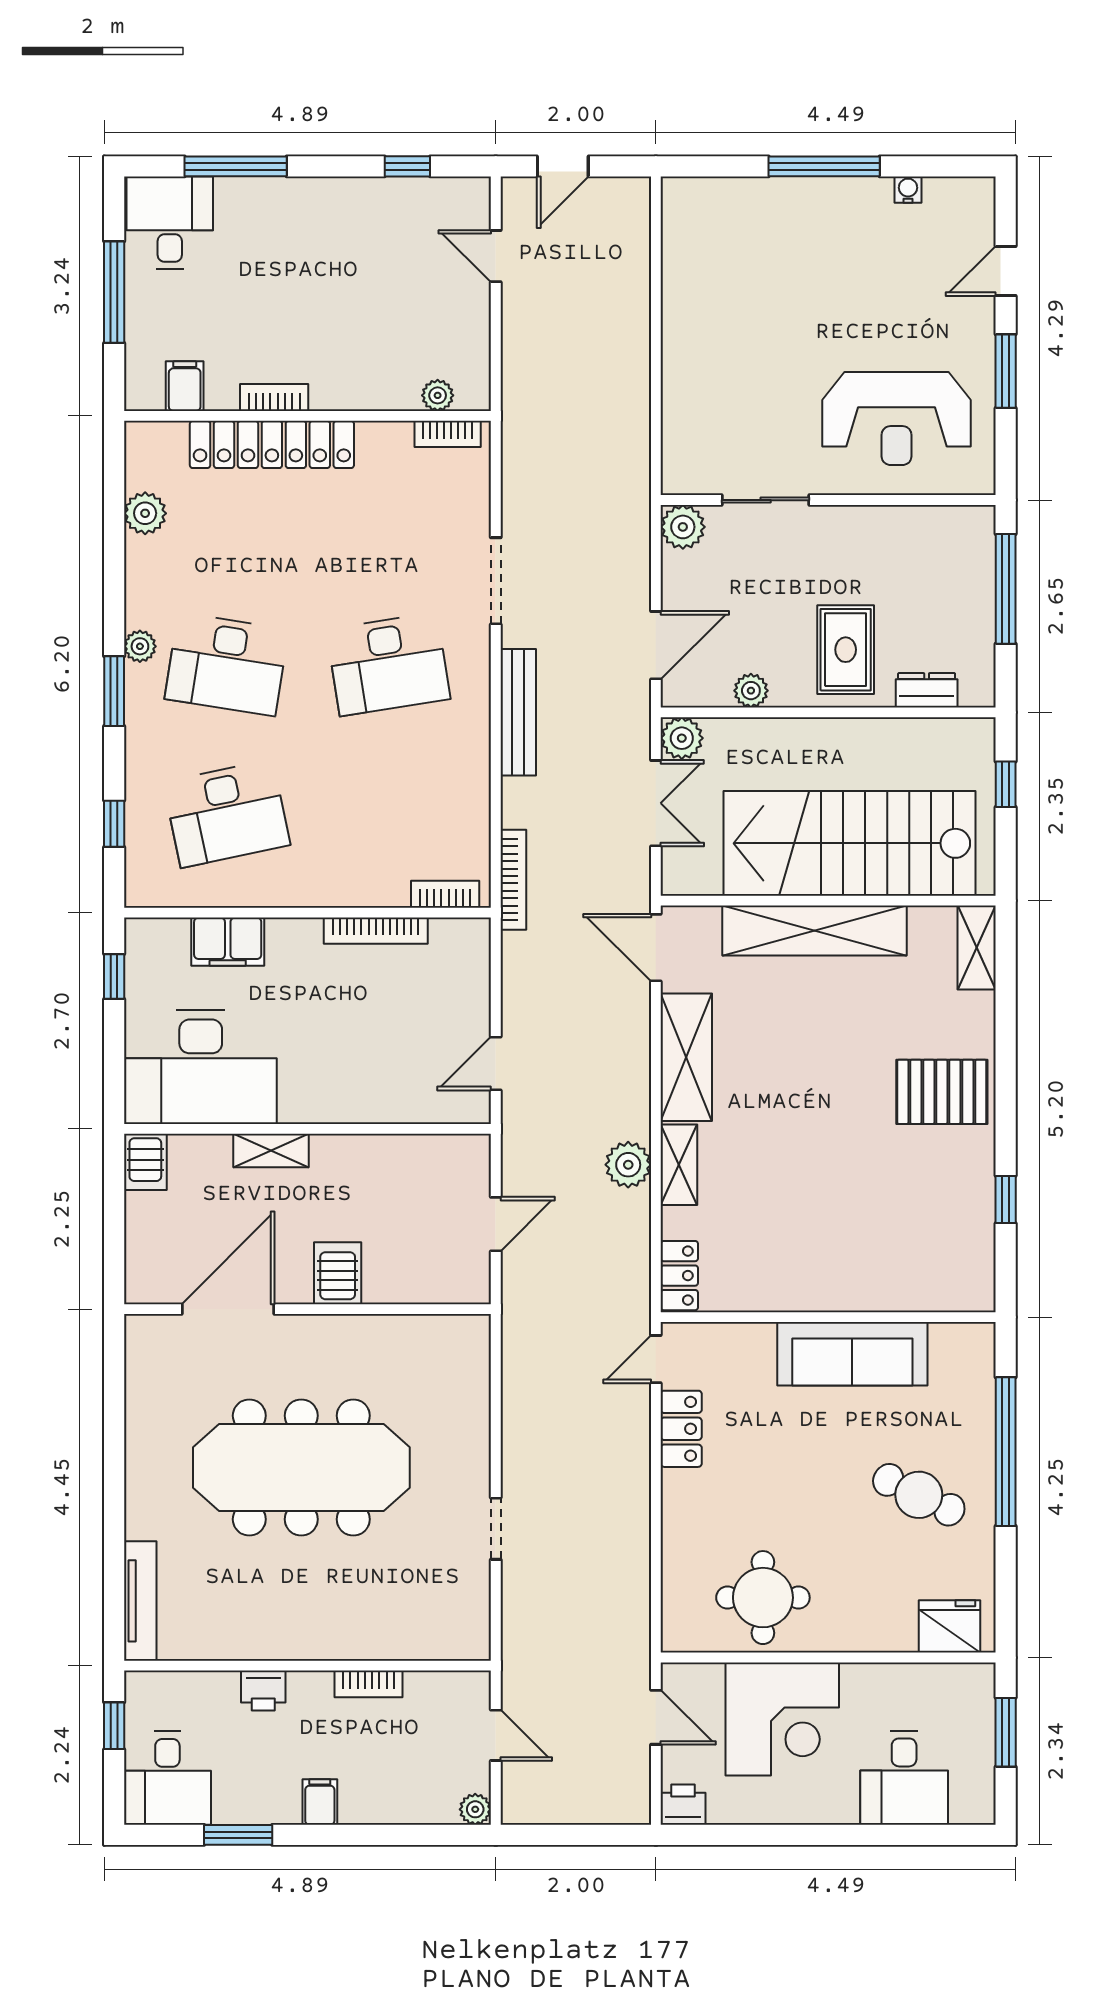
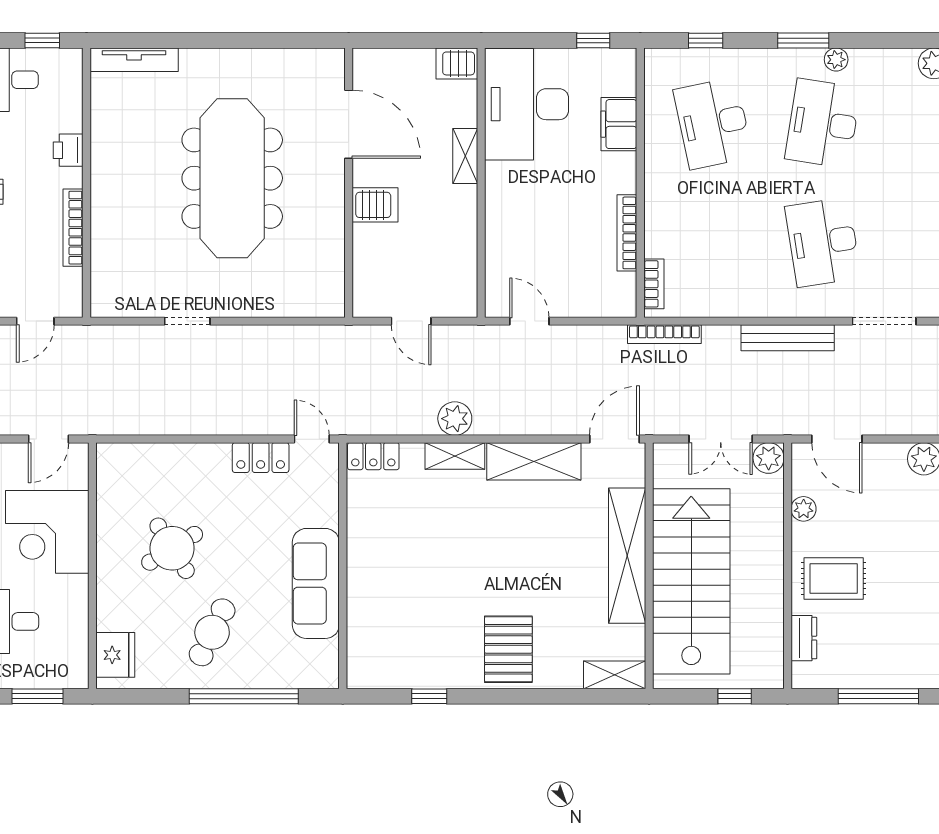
round table: (763, 1598) -> (172, 548), moved, turned -32
bookcase: (368, 1684) -> (73, 228), width x1.56

